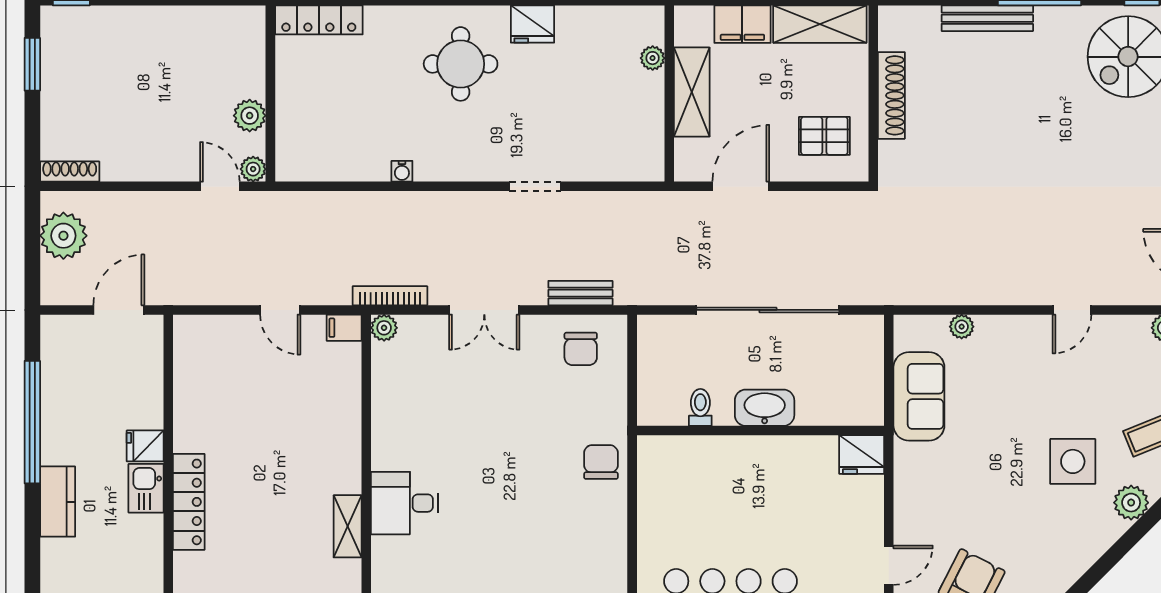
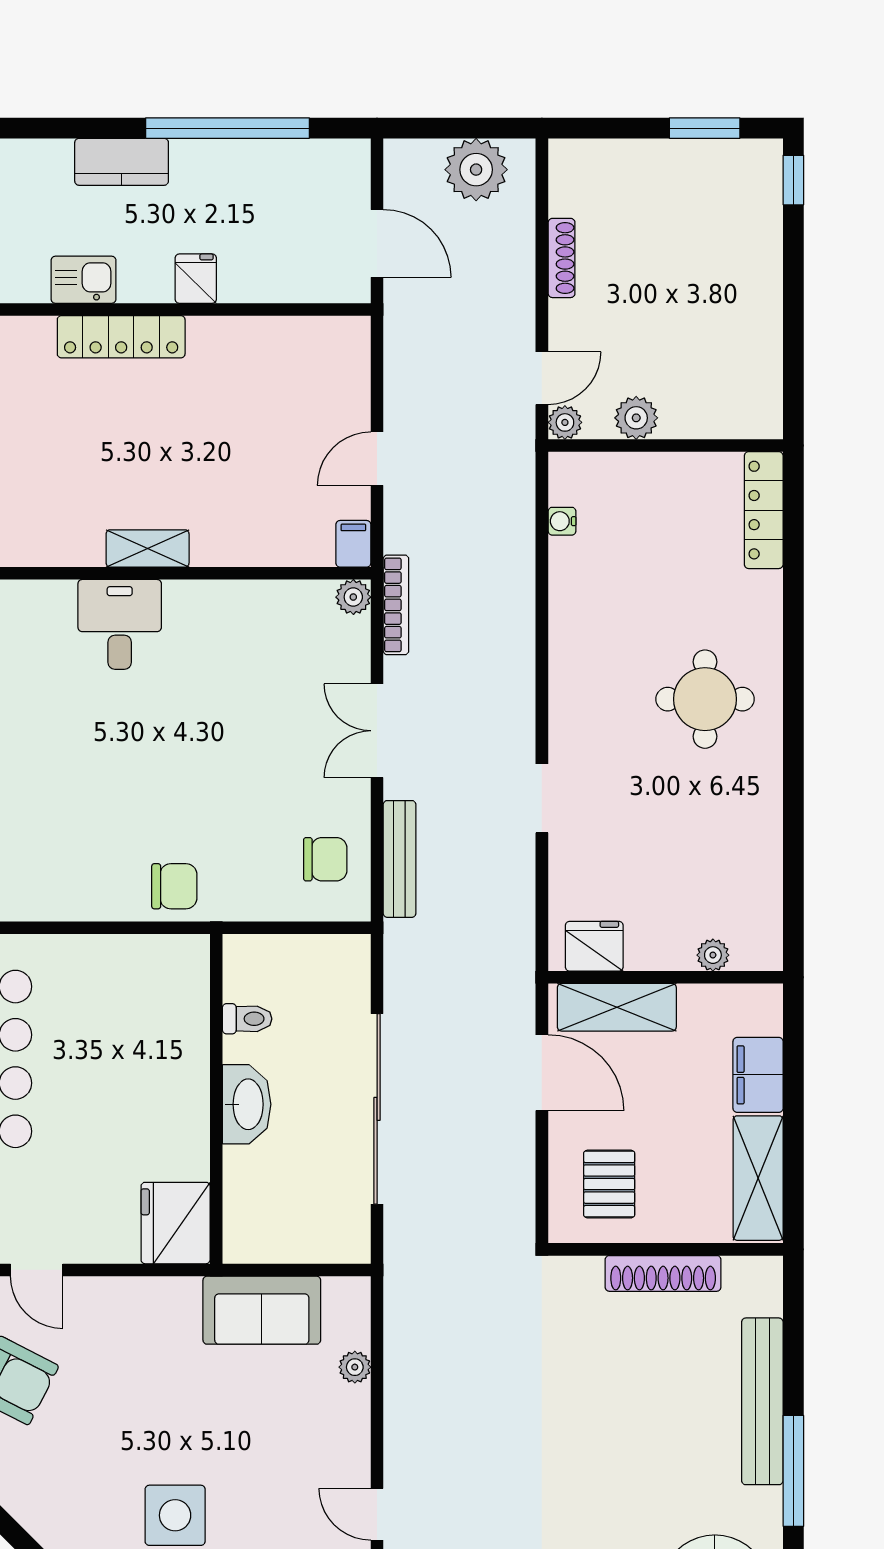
bench: (987, 18) -> (762, 1401), width x1.37, depth x1.21
fridge: (532, 24) -> (594, 946), moved, turned 90
shelving: (692, 92) -> (617, 1007), moved
water cooler: (402, 171) -> (562, 521), moved
shoe rack: (70, 172) -> (562, 258), moved
bench: (580, 293) -> (400, 859), width x1.36
chair: (581, 349) -> (325, 859), turned 180
fridge: (862, 455) -> (176, 1223), width x1.36, depth x1.34
kitchen sink: (146, 488) -> (84, 280), moved
shelving: (348, 526) -> (148, 548), moved

